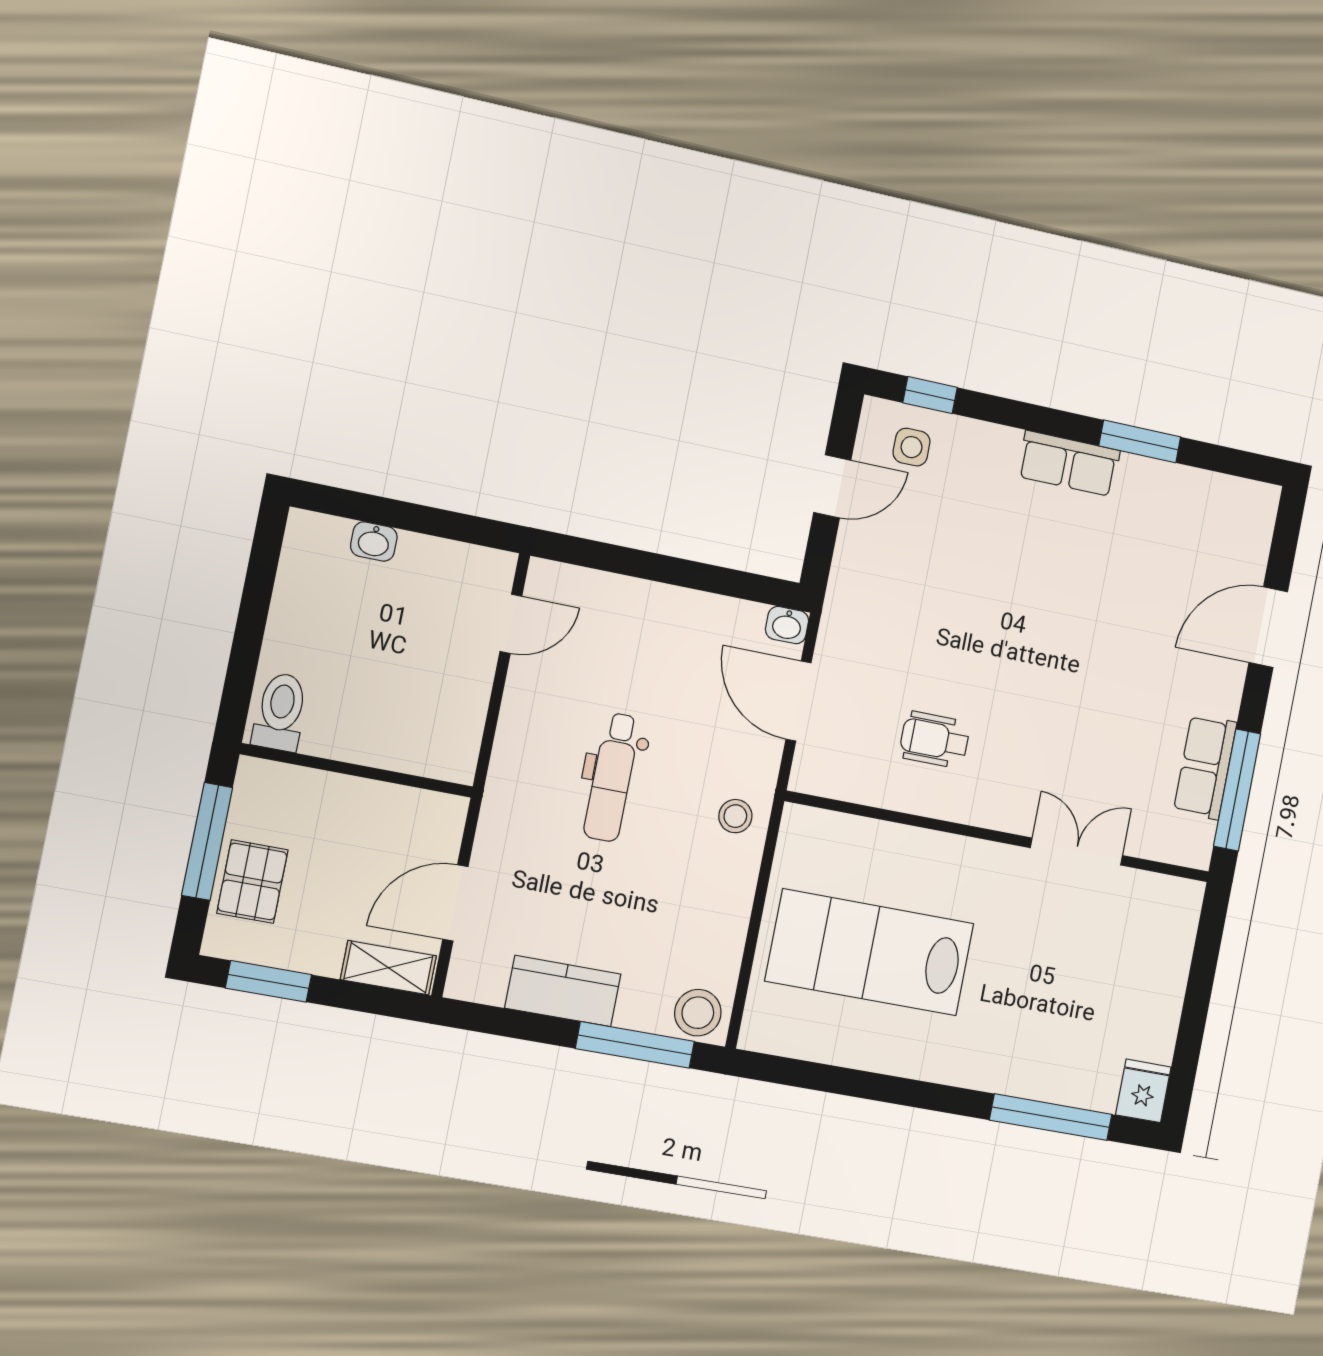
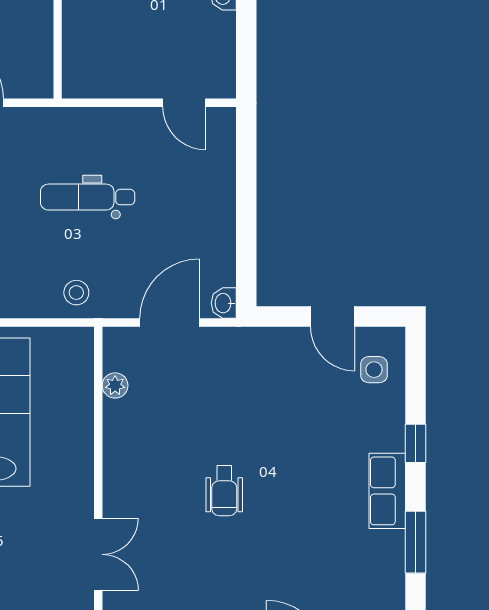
window: (930, 395) -> (415, 443), moved
wheelchair: (934, 740) -> (224, 491), moved, turned 180
plant: (866, 788) -> (115, 385), added

